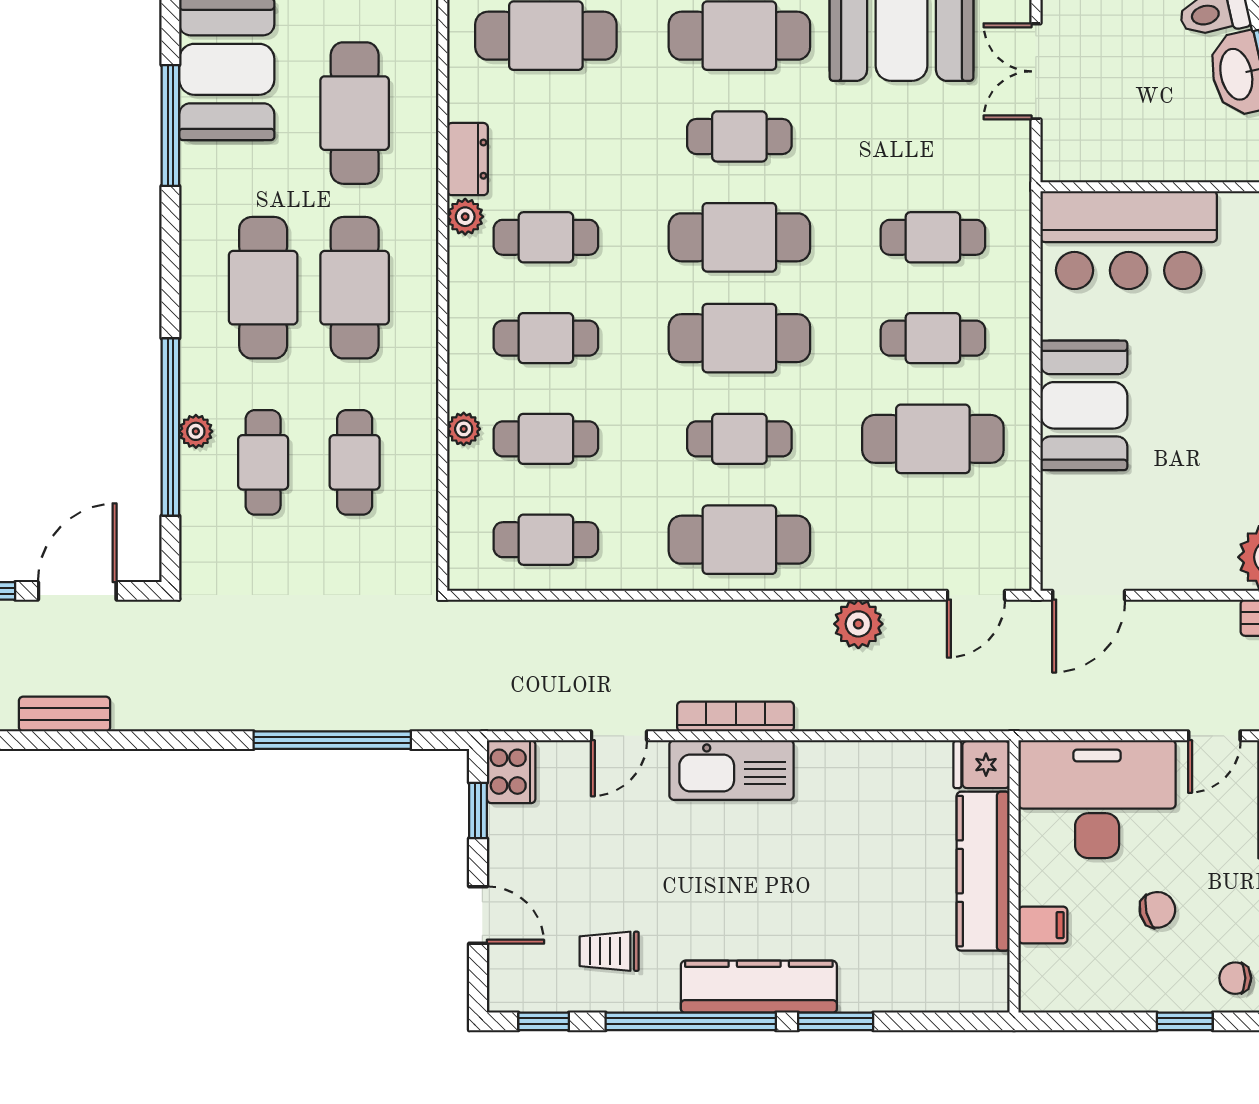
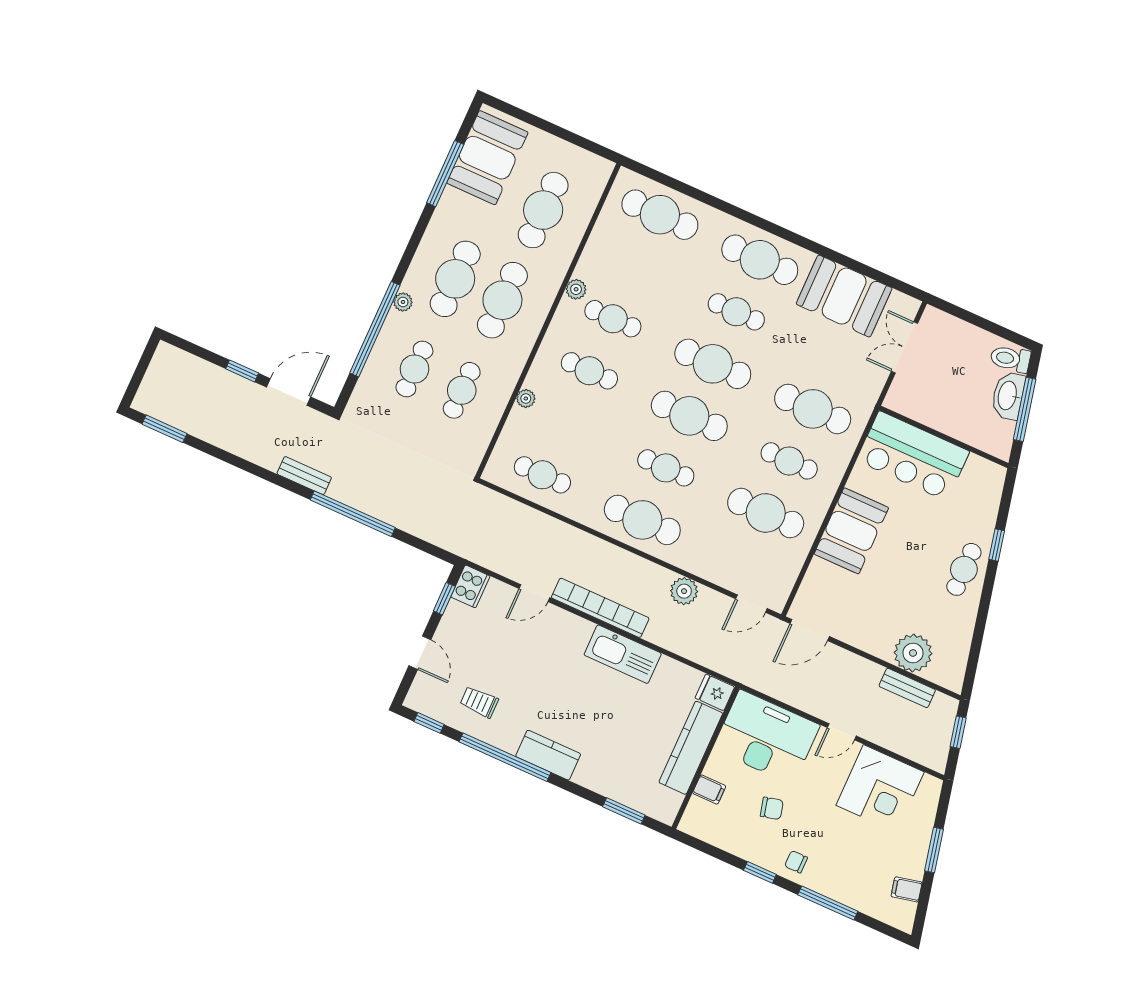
dresser: (468, 159) -> (591, 260), removed
cafe table: (933, 237) -> (813, 409), width x1.37, depth x1.35
plant: (196, 431) -> (403, 302), moved
cafe table: (546, 439) -> (566, 423), removed
bench: (65, 714) -> (304, 476), moved
bookcase: (736, 716) -> (600, 608), width x1.48, depth x1.31
window: (332, 740) -> (353, 514), moved
kitchen sink: (732, 770) -> (623, 654), moved
kitchen counter: (759, 987) -> (548, 755), width x0.67
window: (836, 1021) -> (624, 811), moved

